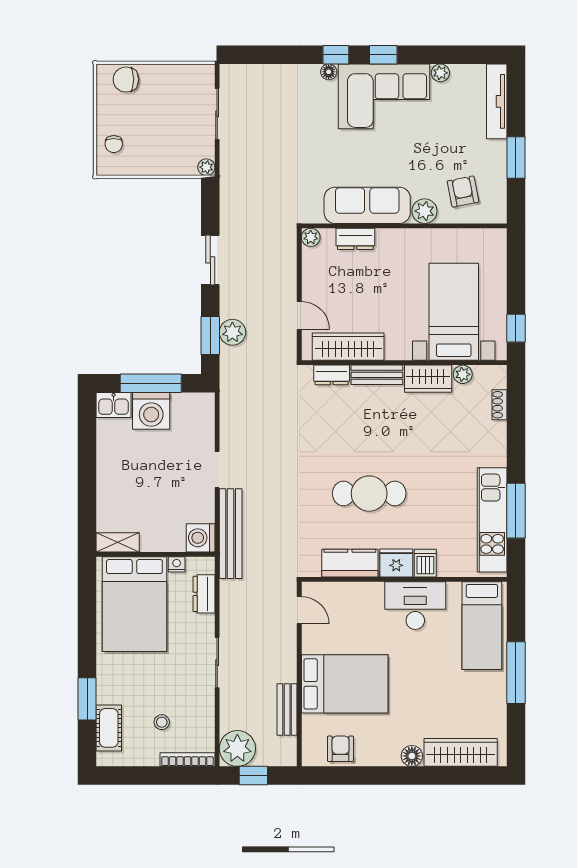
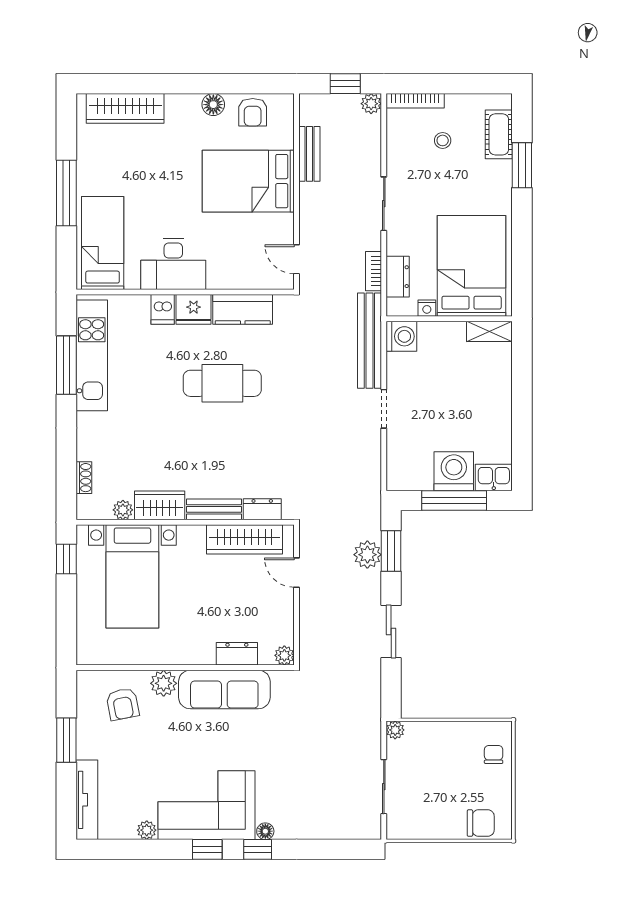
bookcase: (227, 599) -> (373, 271), added
plant: (237, 748) -> (371, 104), width x0.53, depth x0.53
floor lamp: (412, 756) -> (213, 105), moved

